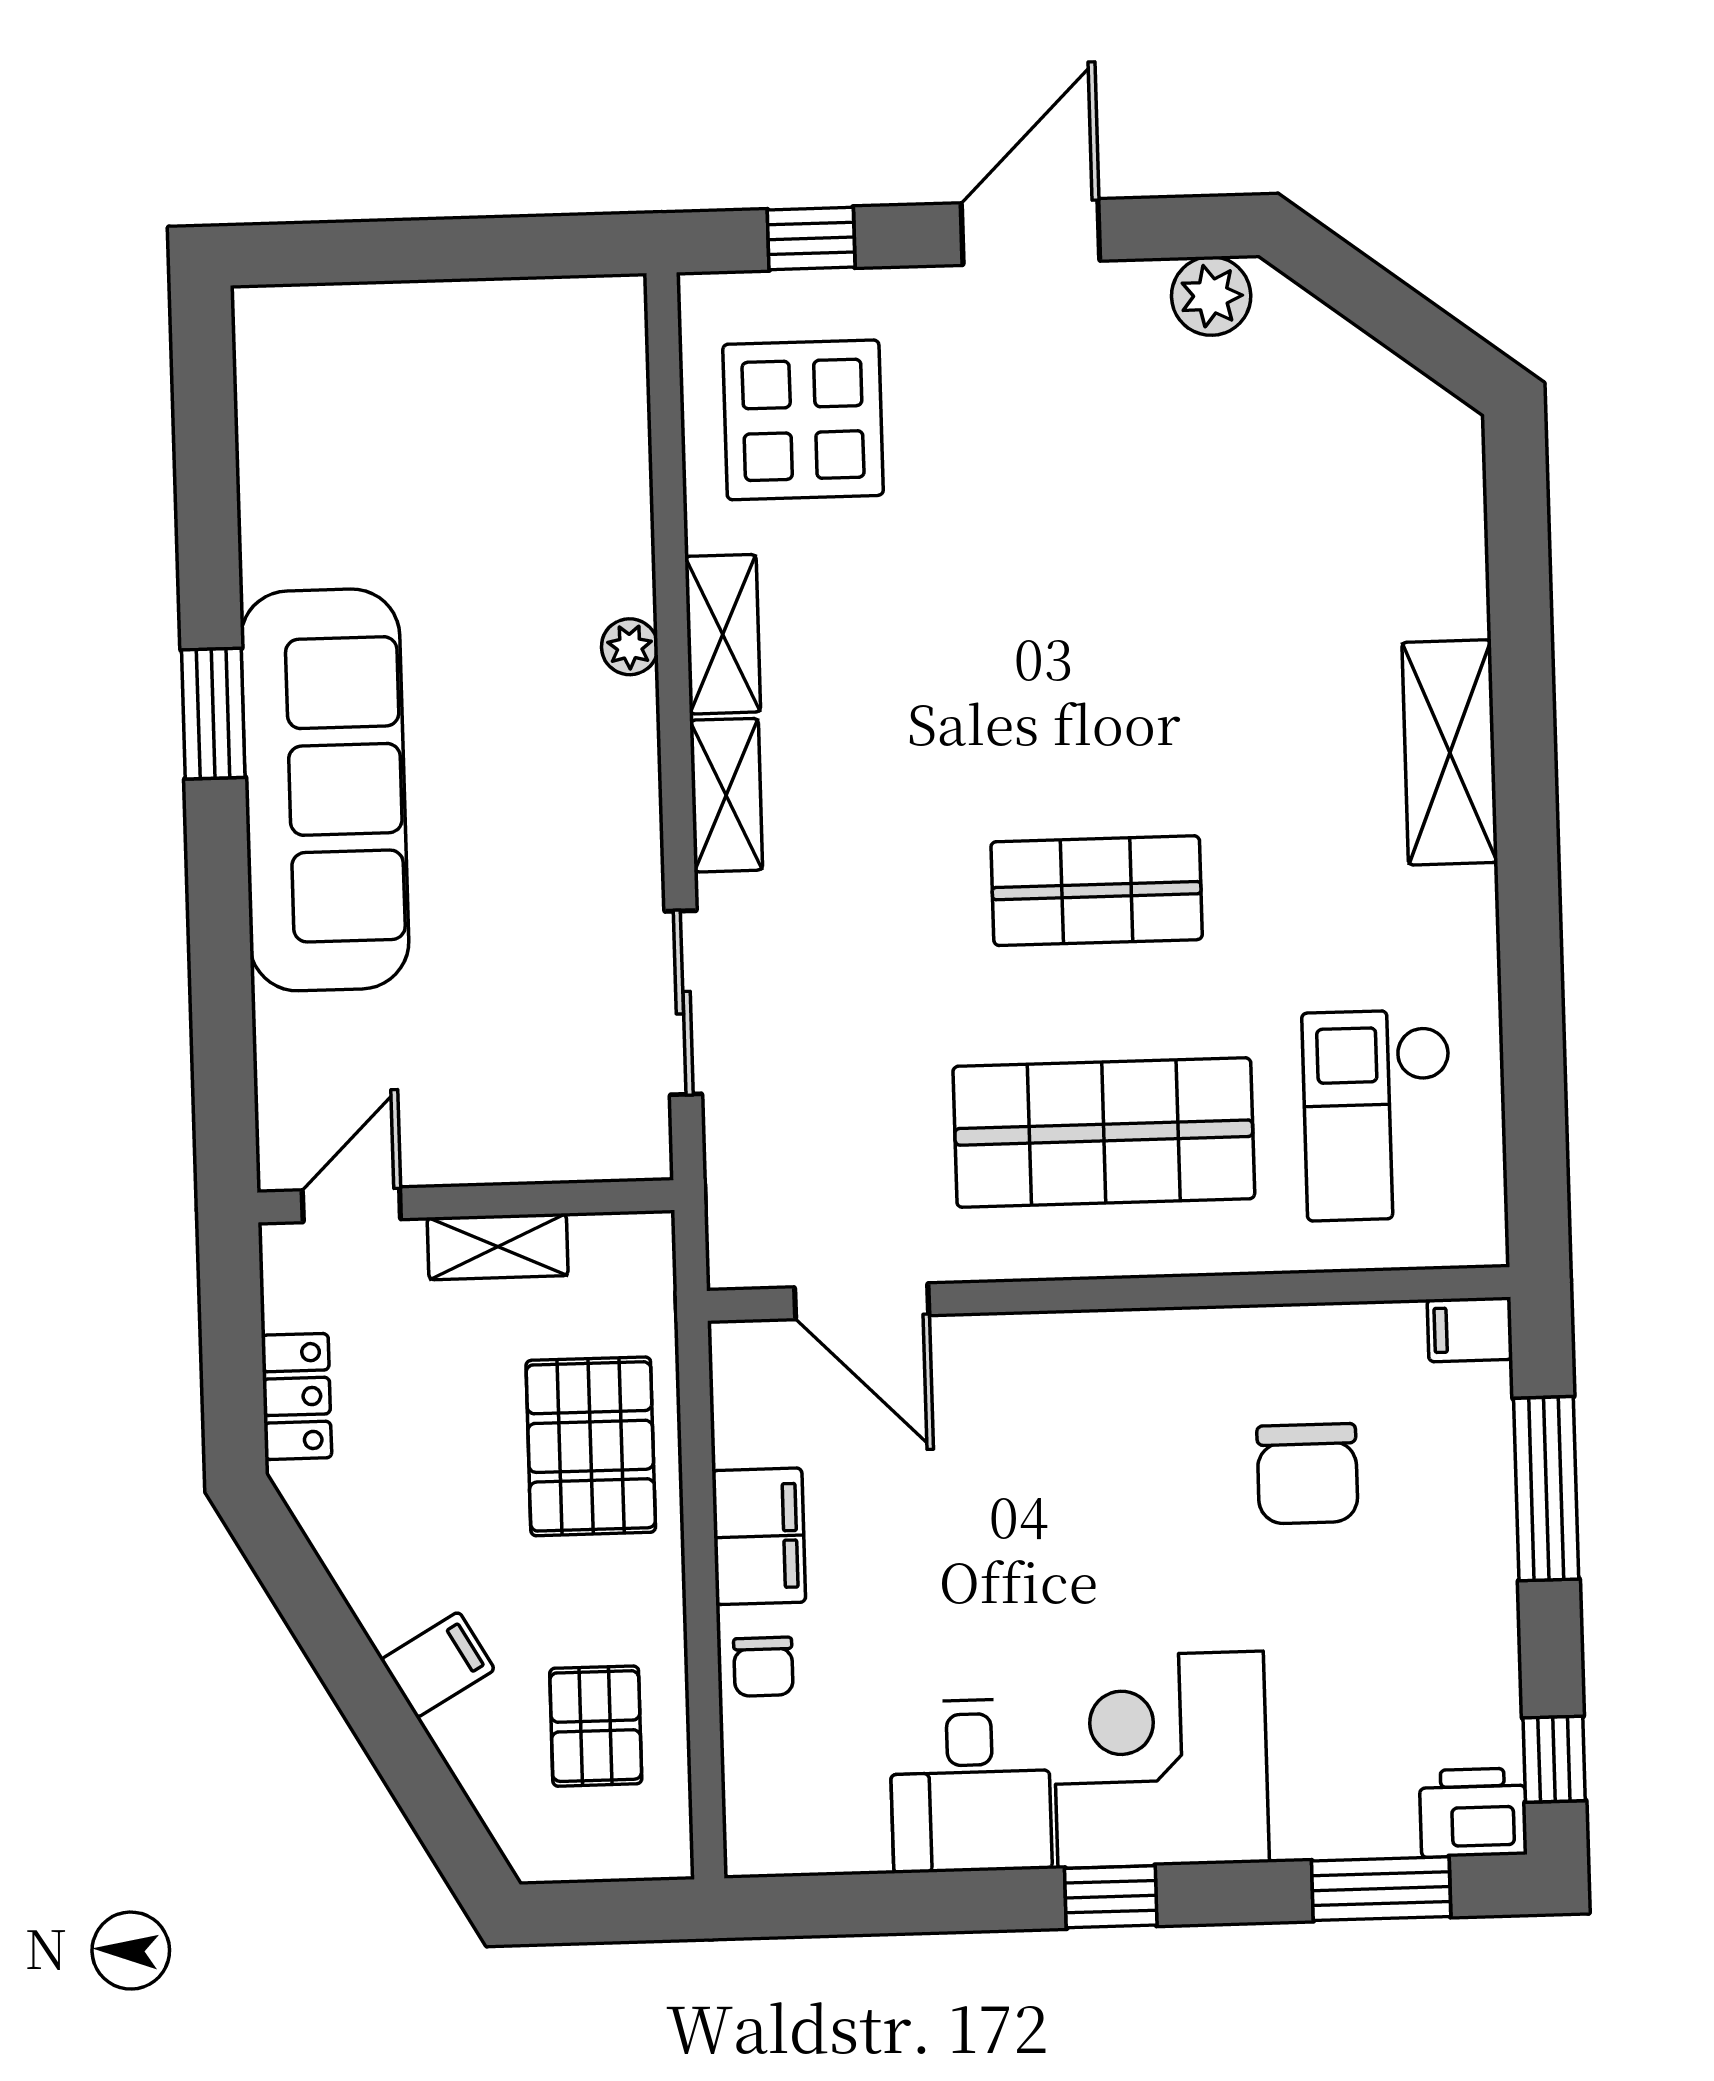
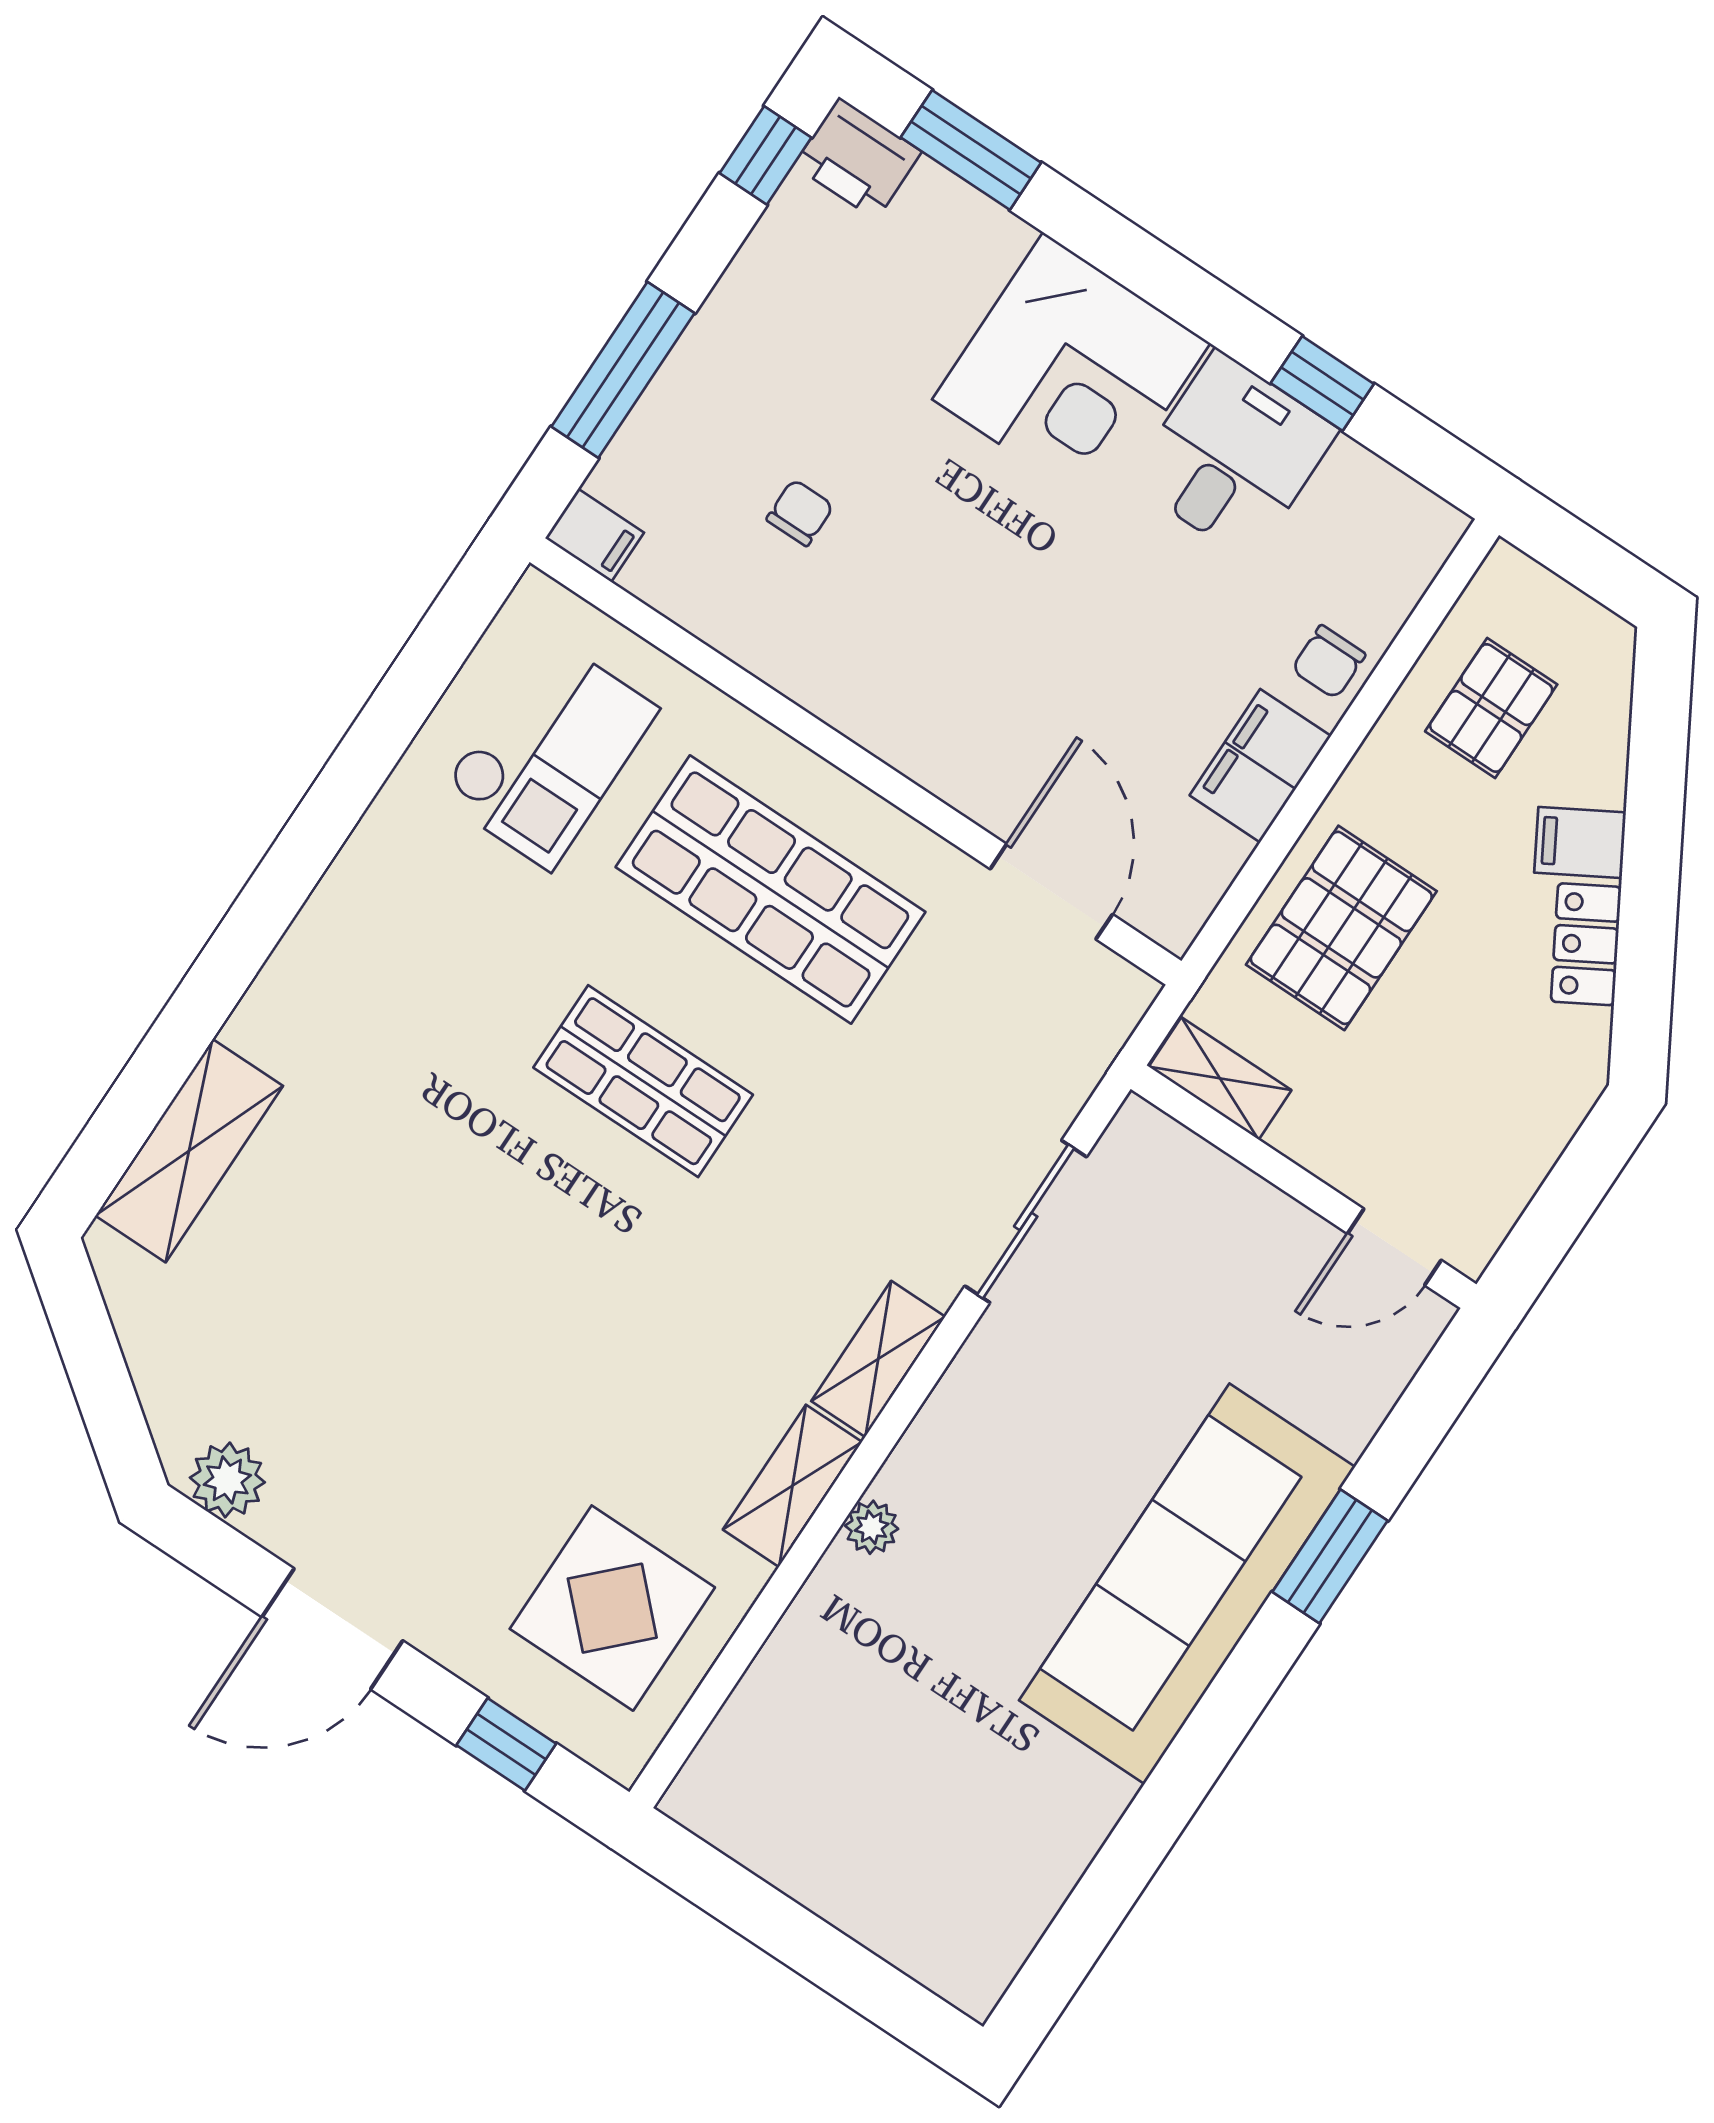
window: (213, 714) -> (1330, 1556), moved
shelving: (1450, 752) -> (189, 1151), moved
shelving: (498, 1247) -> (1220, 1078), moved
locker: (297, 1396) -> (1586, 944), moved, turned -30
chair: (1307, 1474) -> (800, 513), width x0.54, depth x0.54
chair: (763, 1667) -> (1328, 662), turned 180
window: (1111, 1897) -> (1322, 383), moved

